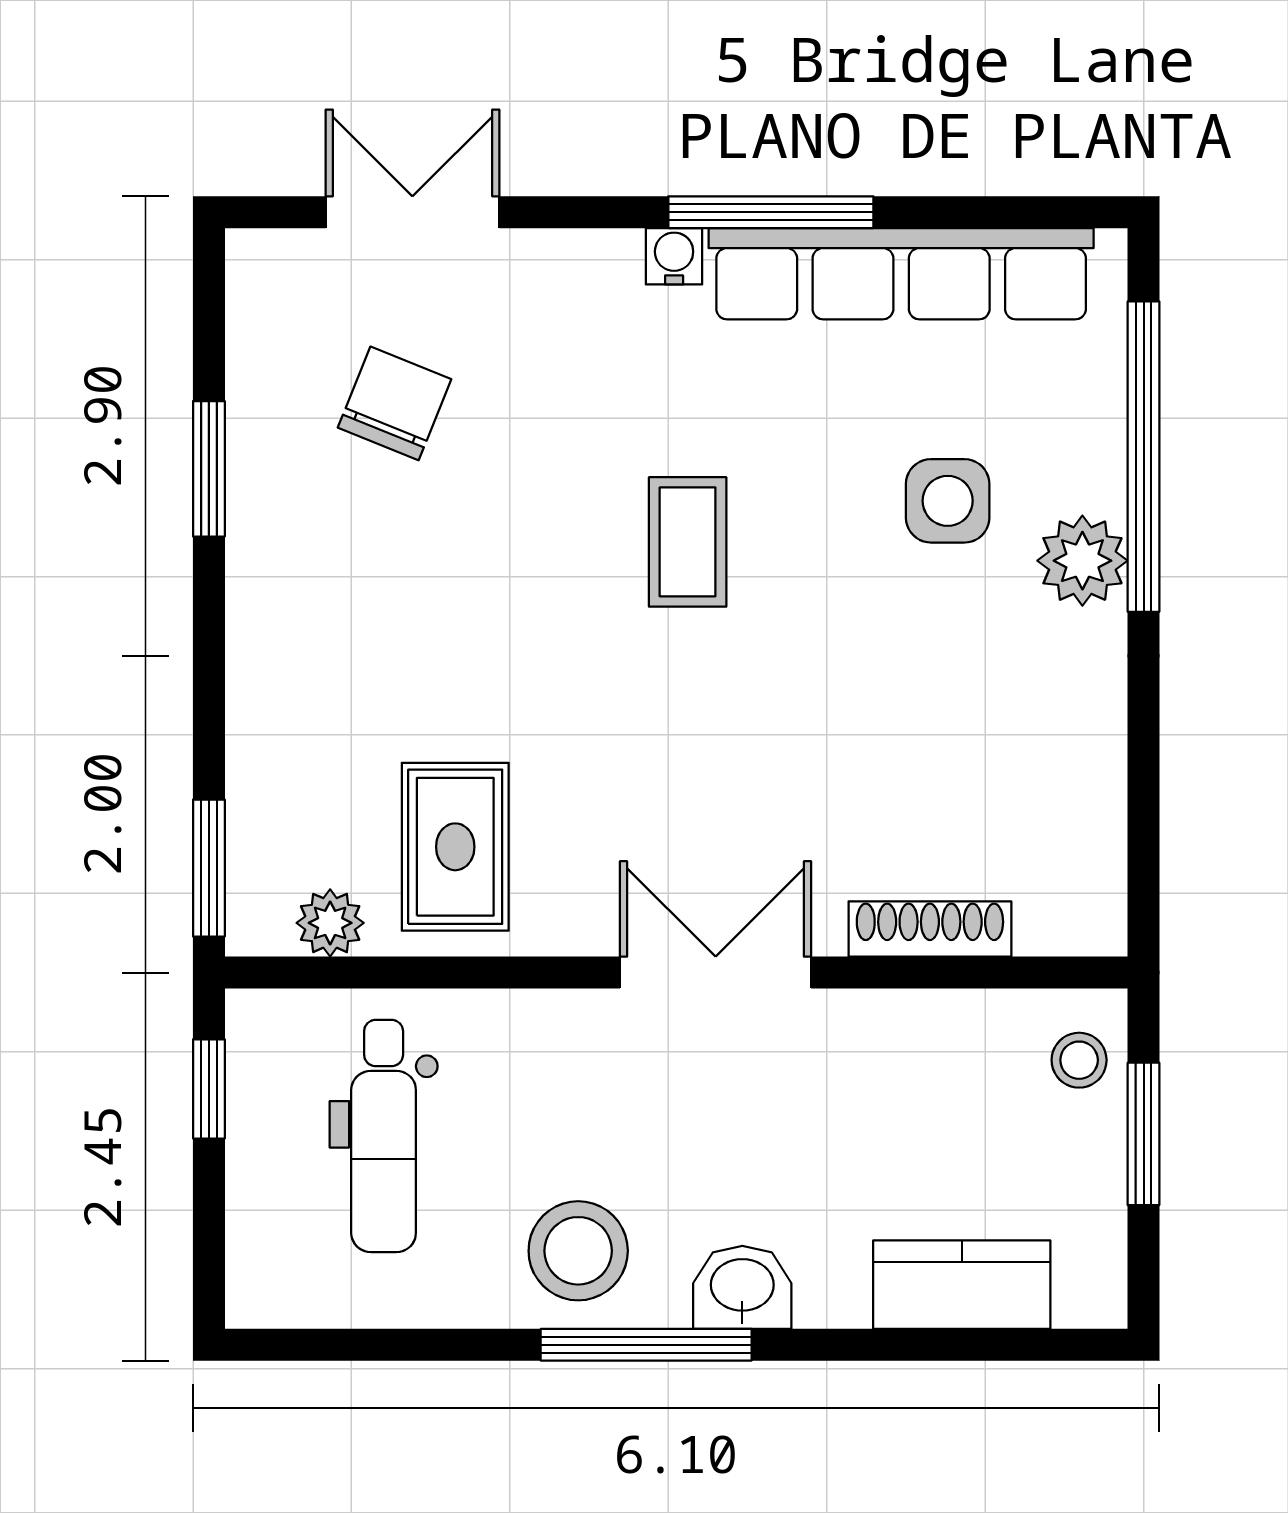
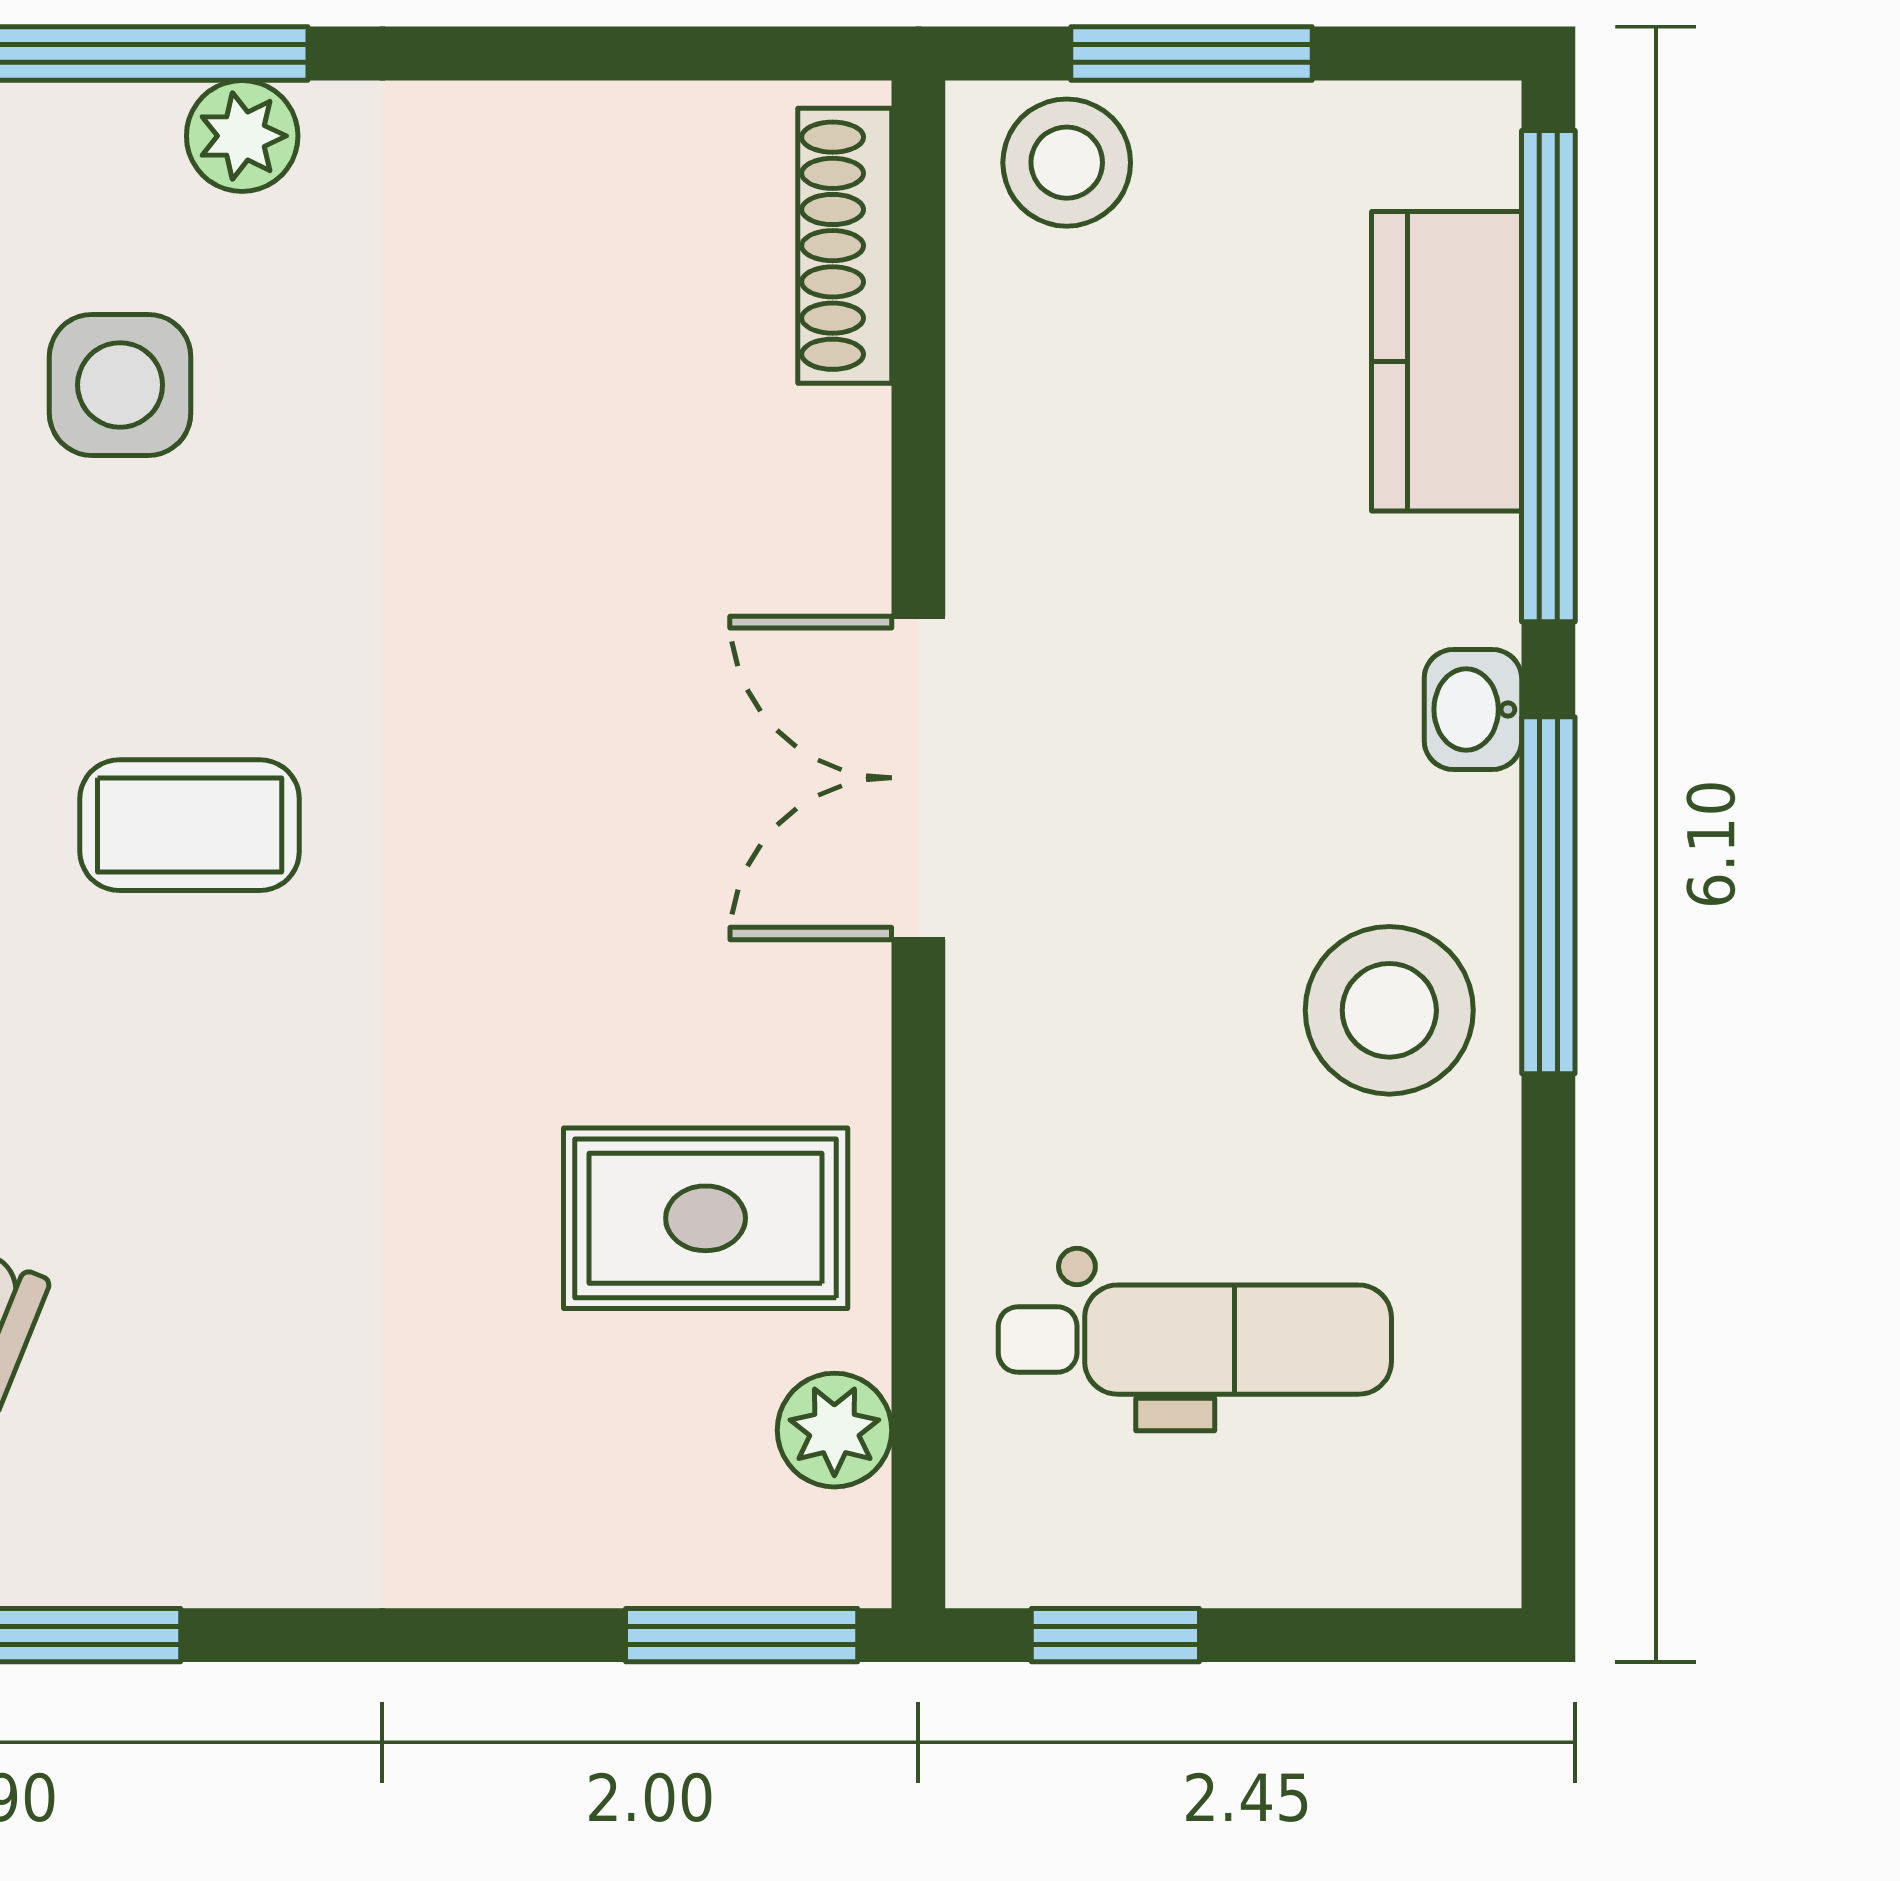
plant: (1082, 561) -> (242, 136), width x0.73, depth x0.73
shoe rack: (930, 929) -> (845, 246), moved
stool: (1079, 1060) -> (1067, 163), width x1.37, depth x1.37
washbasin: (742, 1287) -> (1473, 709), width x0.72, depth x0.69
window: (953, 1345) -> (1548, 376), added

